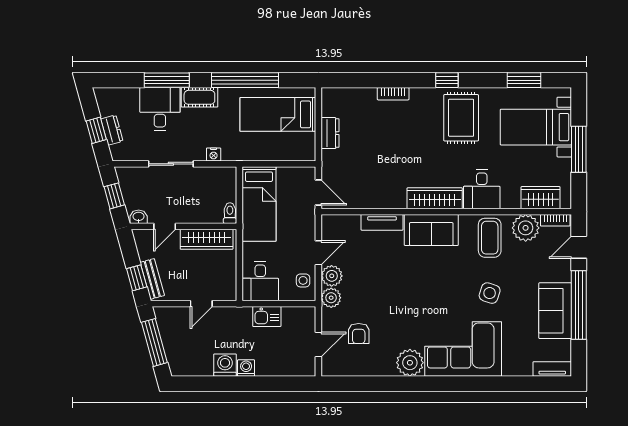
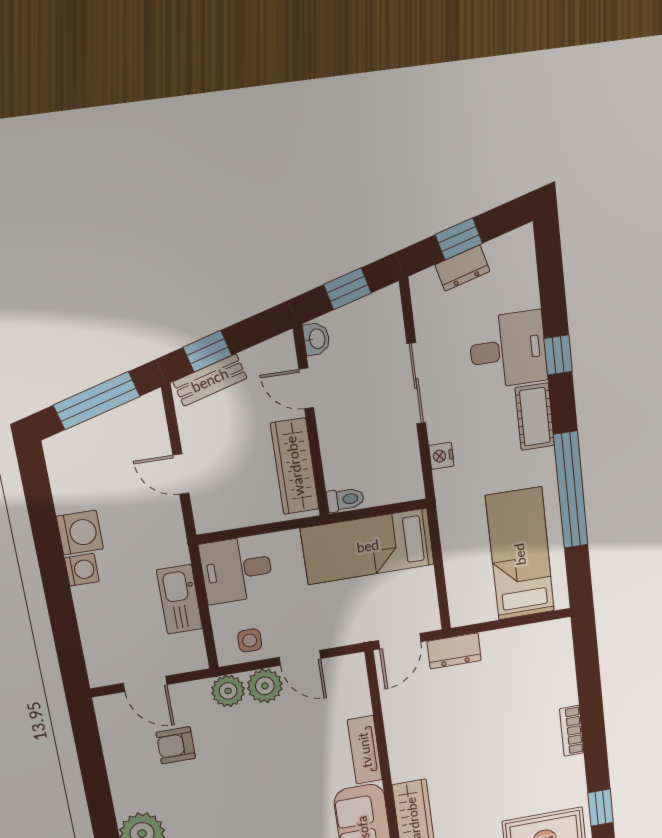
window: (167, 80) -> (558, 355), width x0.46
dresser: (330, 133) -> (454, 651), moved
kitchen sink: (267, 317) -> (179, 599), width x1.38

